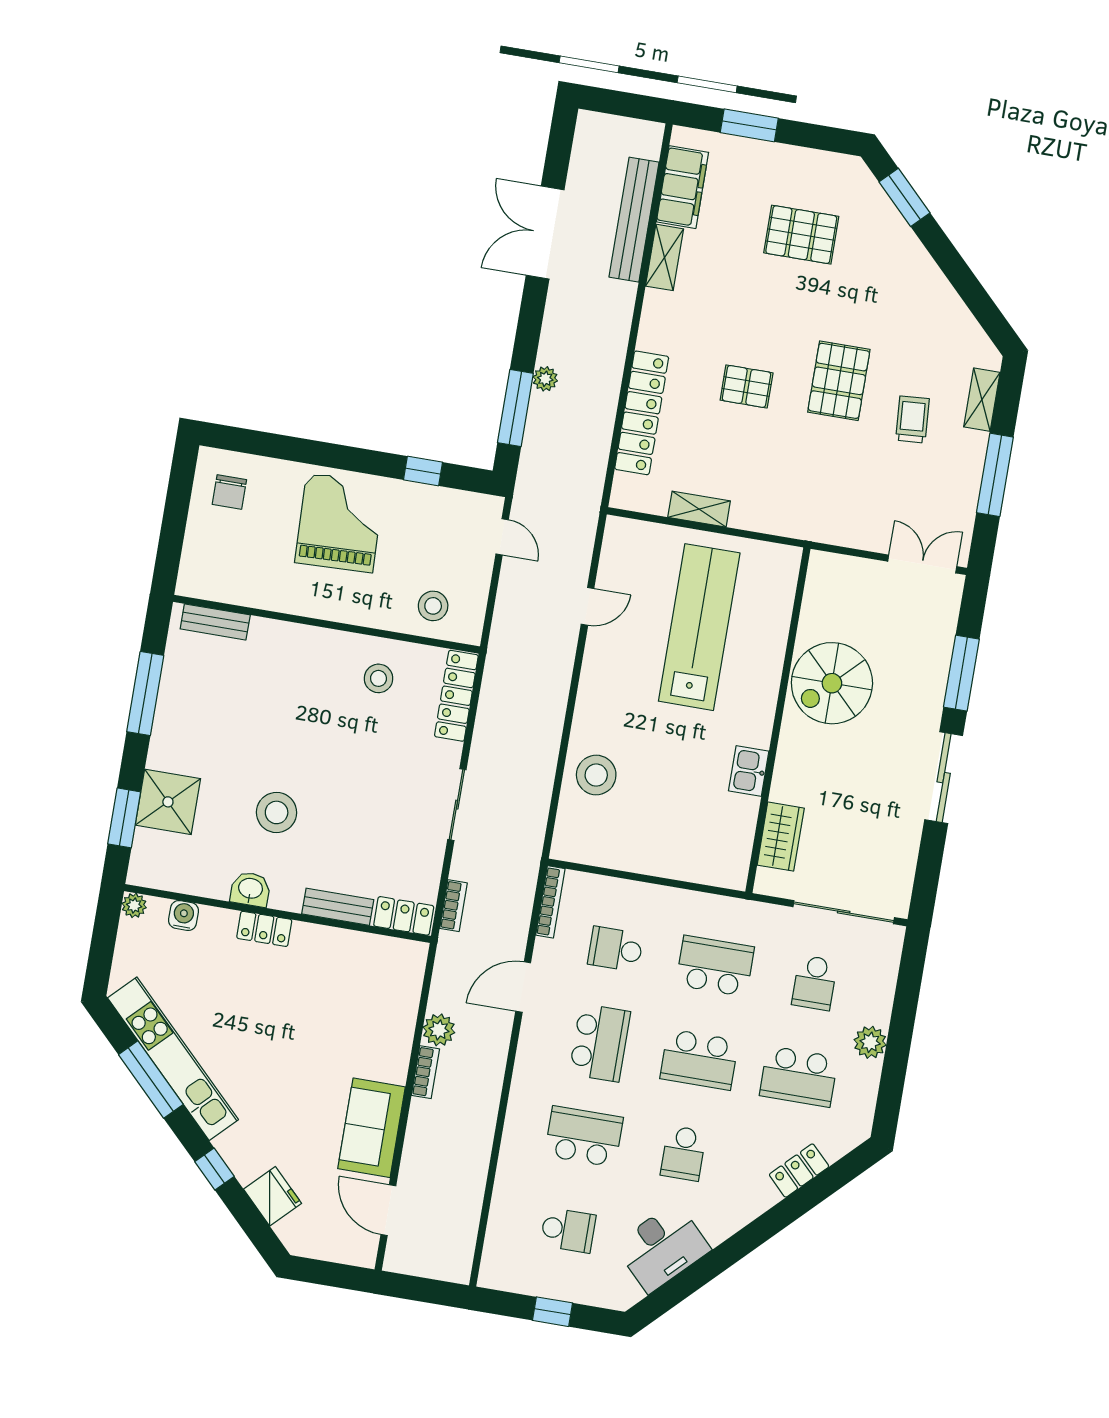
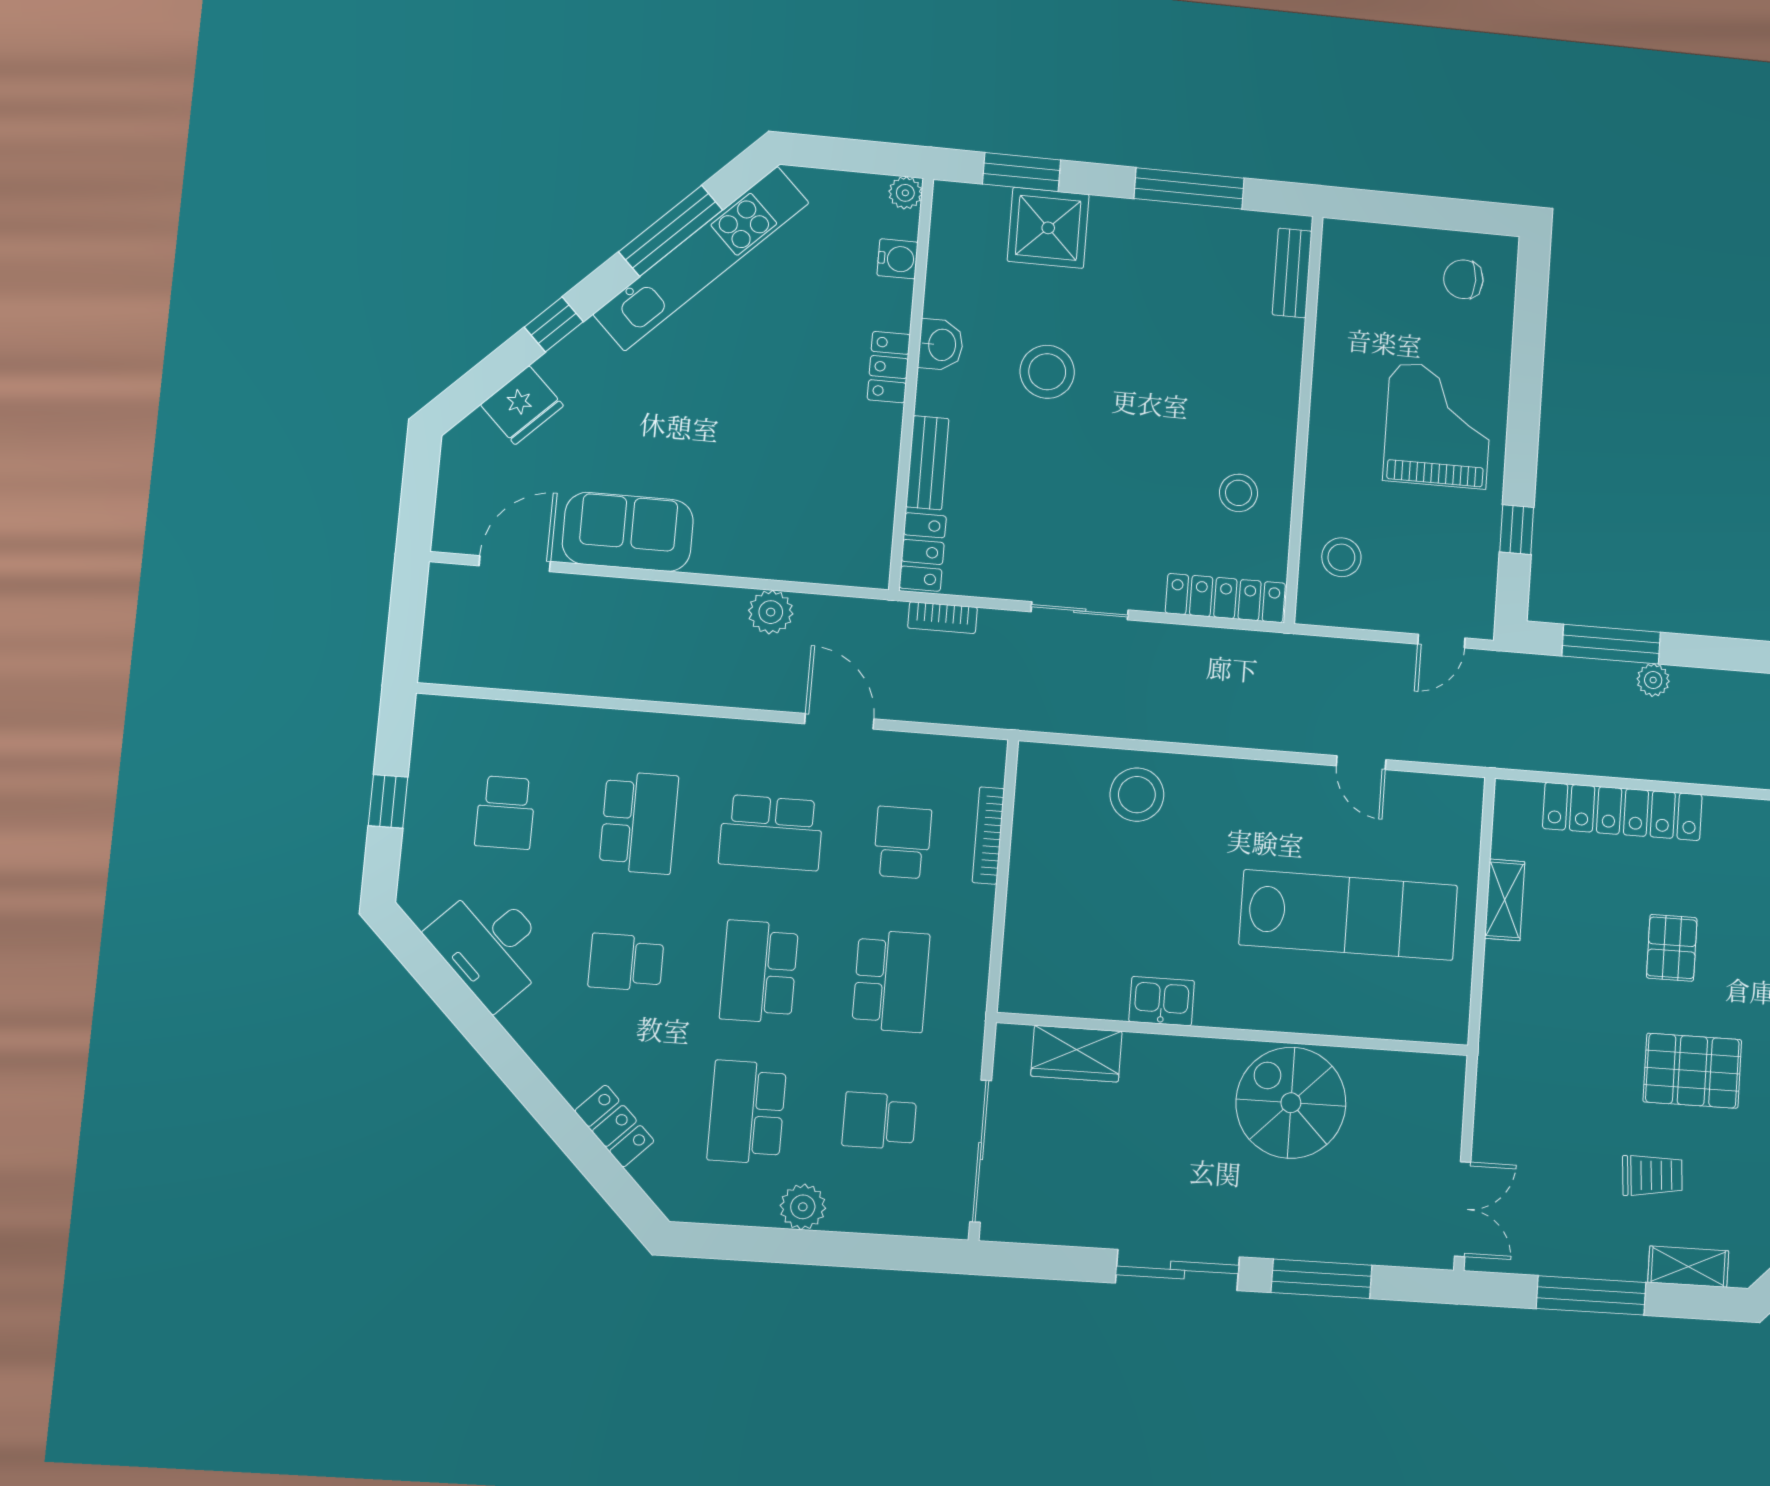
grand piano: (340, 523) -> (1438, 426), turned -88
bookcase: (550, 902) -> (988, 835), moved, turned 90
bookcase: (425, 1072) -> (711, 599), removed

